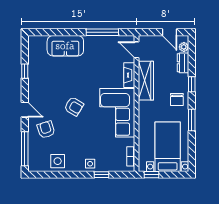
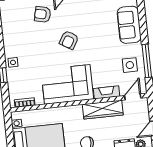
armchair: (46, 130) -> (43, 14), turned -149
side table: (58, 161) -> (130, 65), moved
window: (152, 175) -> (9, 125), removed

